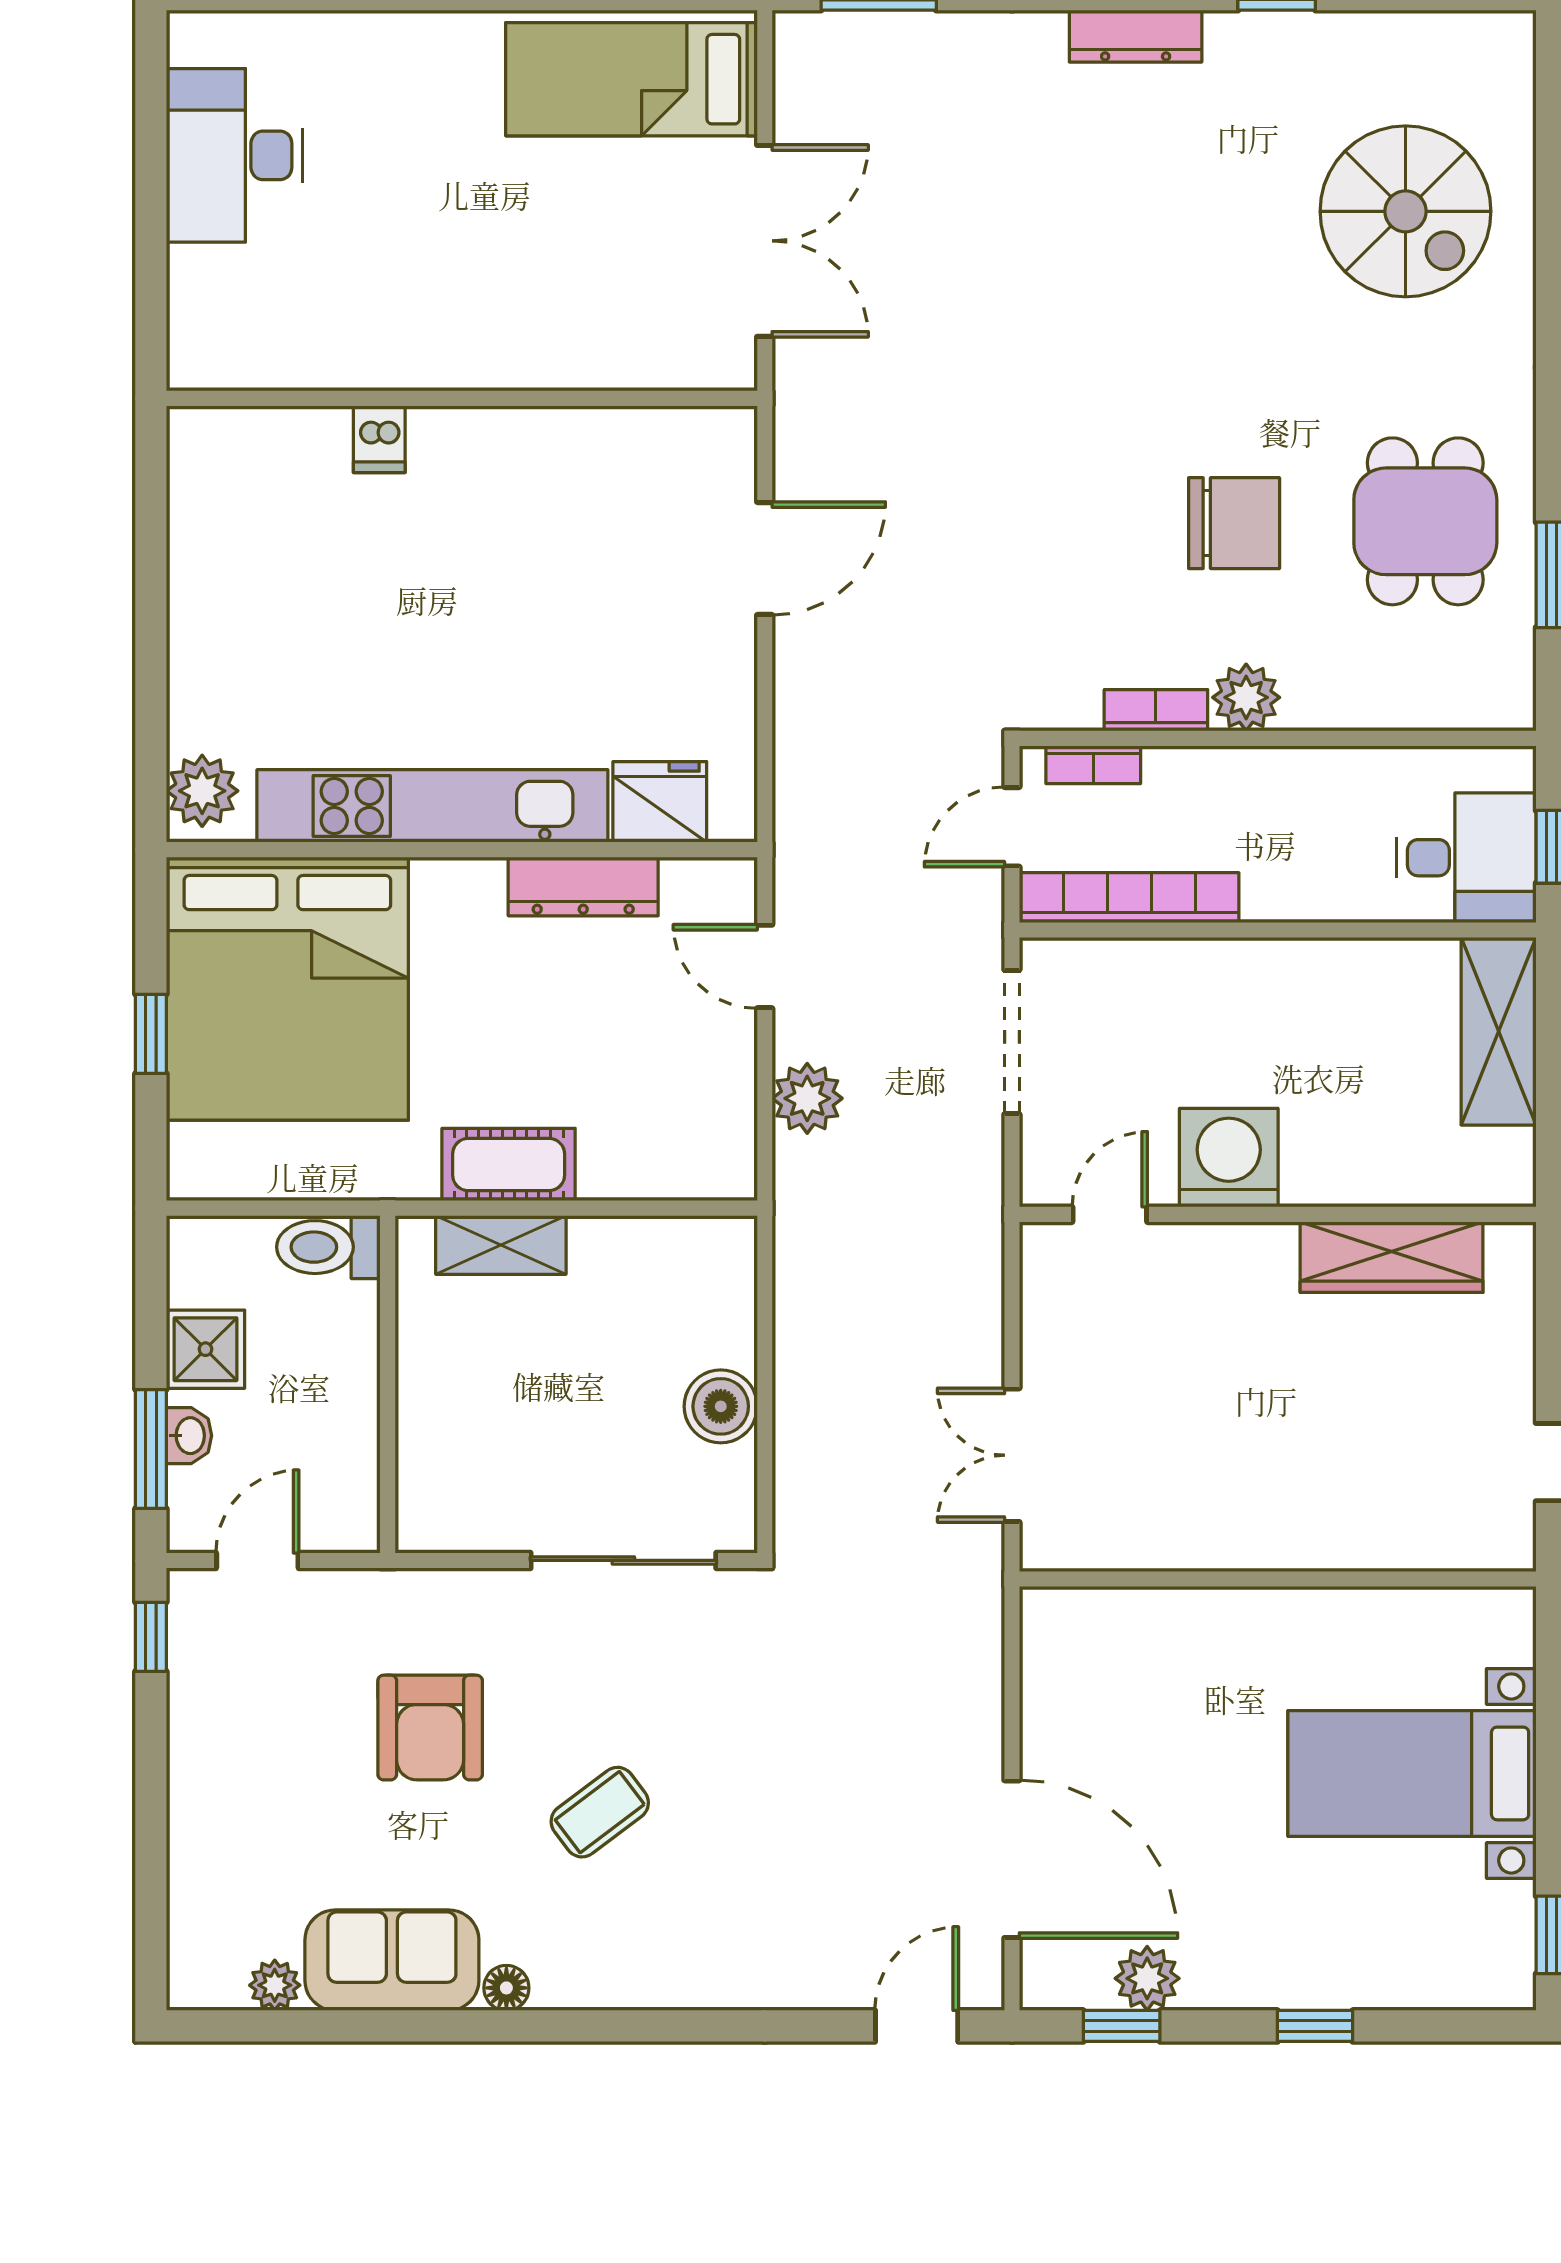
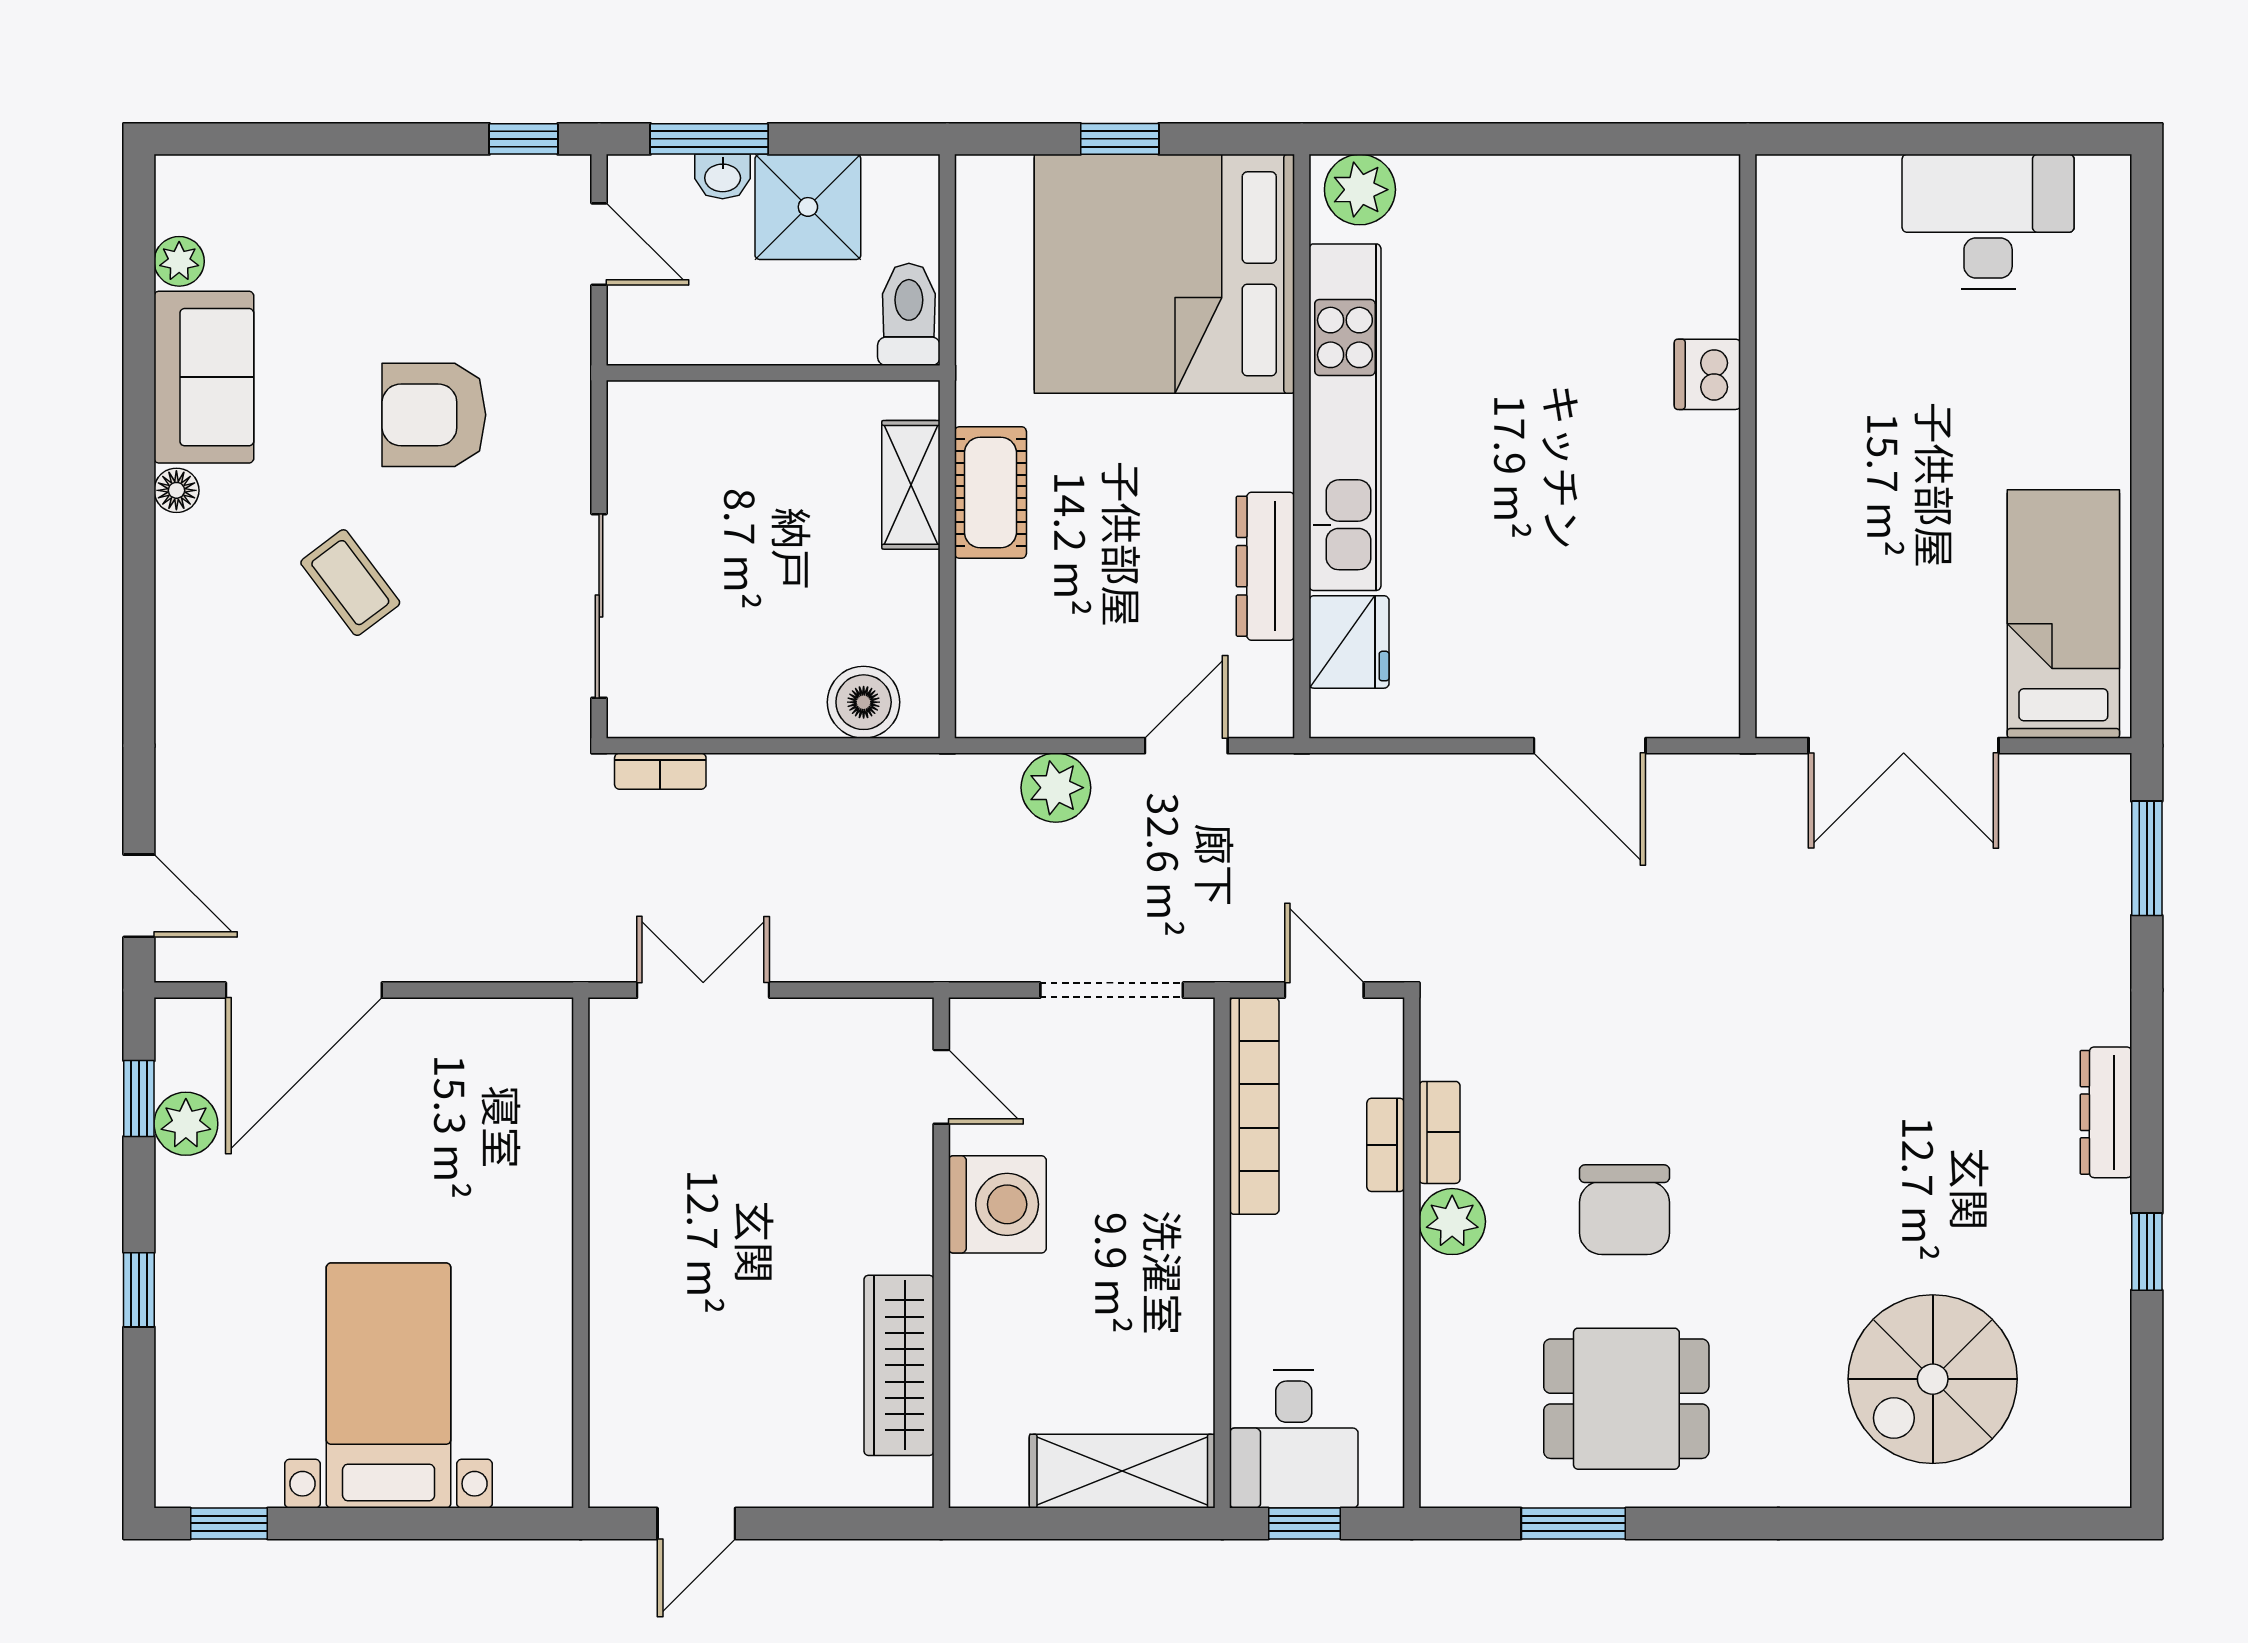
dishwasher: (379, 439) -> (1707, 374), width x1.38
bookcase: (1093, 765) -> (1386, 1145), moved
shower: (205, 1349) -> (808, 207), width x1.36, depth x1.36
boiler: (721, 1406) -> (864, 702), moved
bookcase: (791, 1499) -> (660, 771), added

